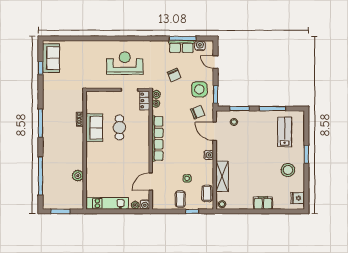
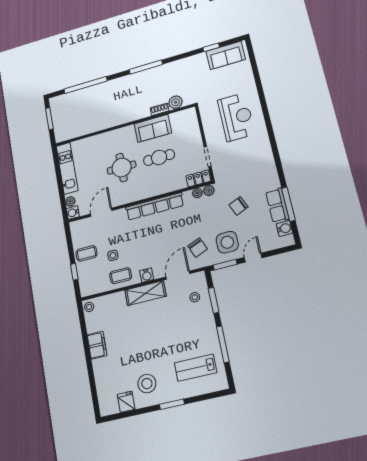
door: (216, 62) -> (253, 258), moved
reception desk: (125, 63) -> (236, 117), moved
lab bench: (285, 132) -> (196, 368), turned 180
round table: (119, 159) -> (122, 168), added
plant: (78, 176) -> (175, 102), moved
shelving: (222, 176) -> (145, 293), moved
door: (151, 182) -> (101, 212), hinge flipped
coffee table: (207, 193) -> (121, 276), moved
fridge: (298, 198) -> (126, 402), moved
filing cabinet: (263, 203) -> (97, 345), moved

